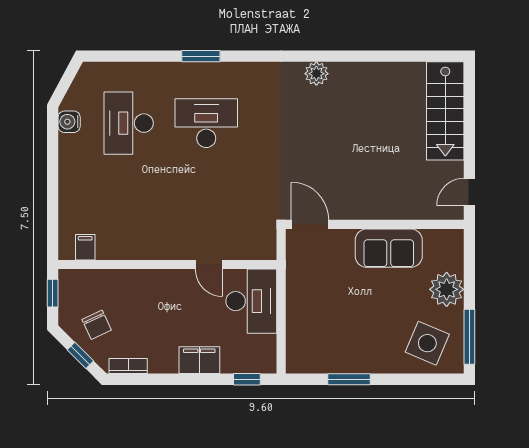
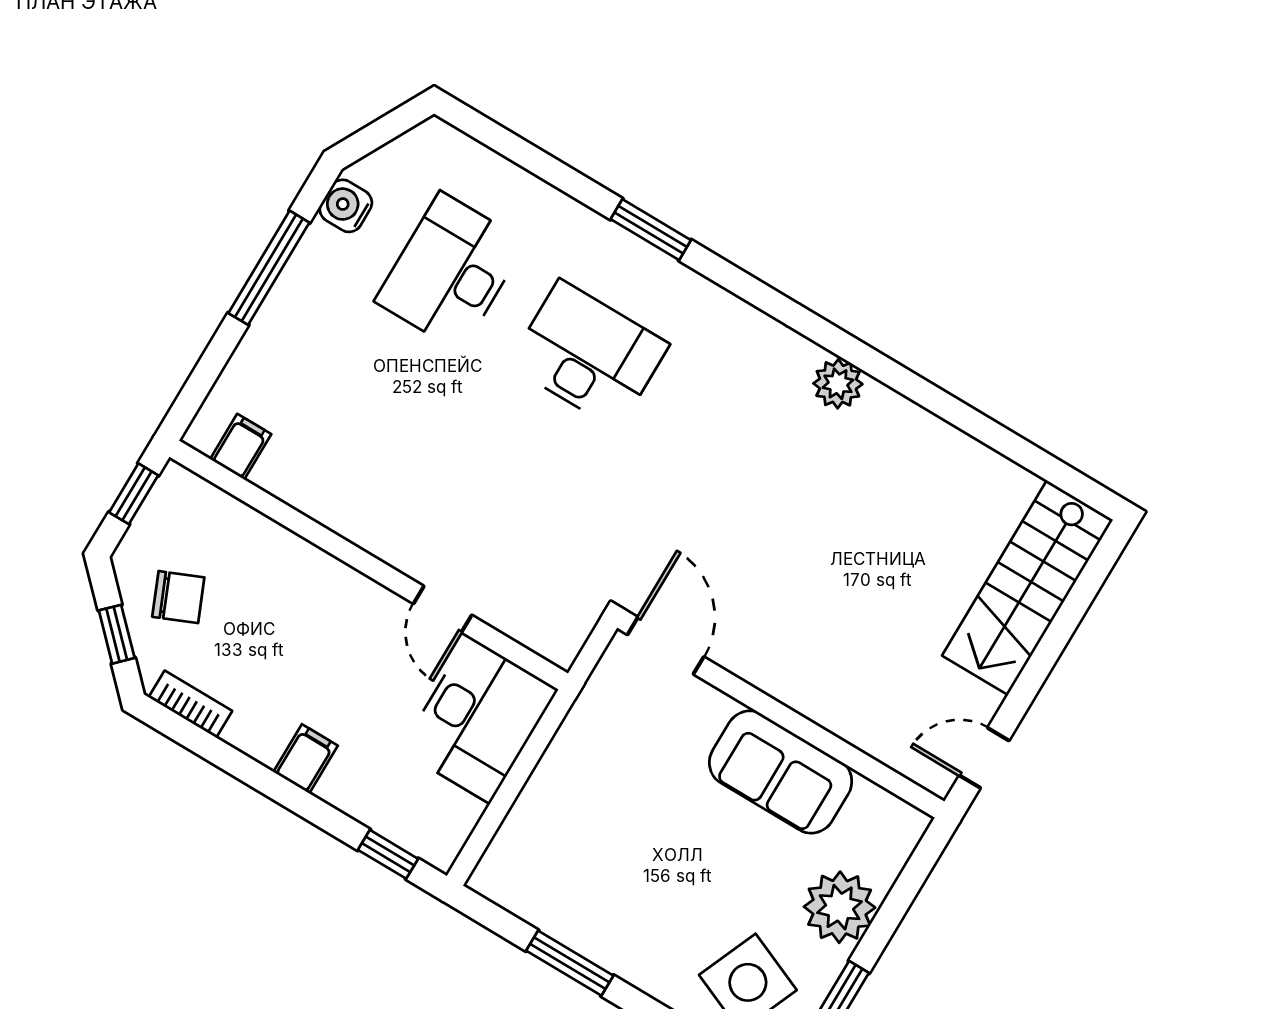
window: (53, 166) -> (269, 268), added
chair: (97, 325) -> (178, 597), turned -88
filing cabinet: (199, 360) -> (306, 759), width x0.50

